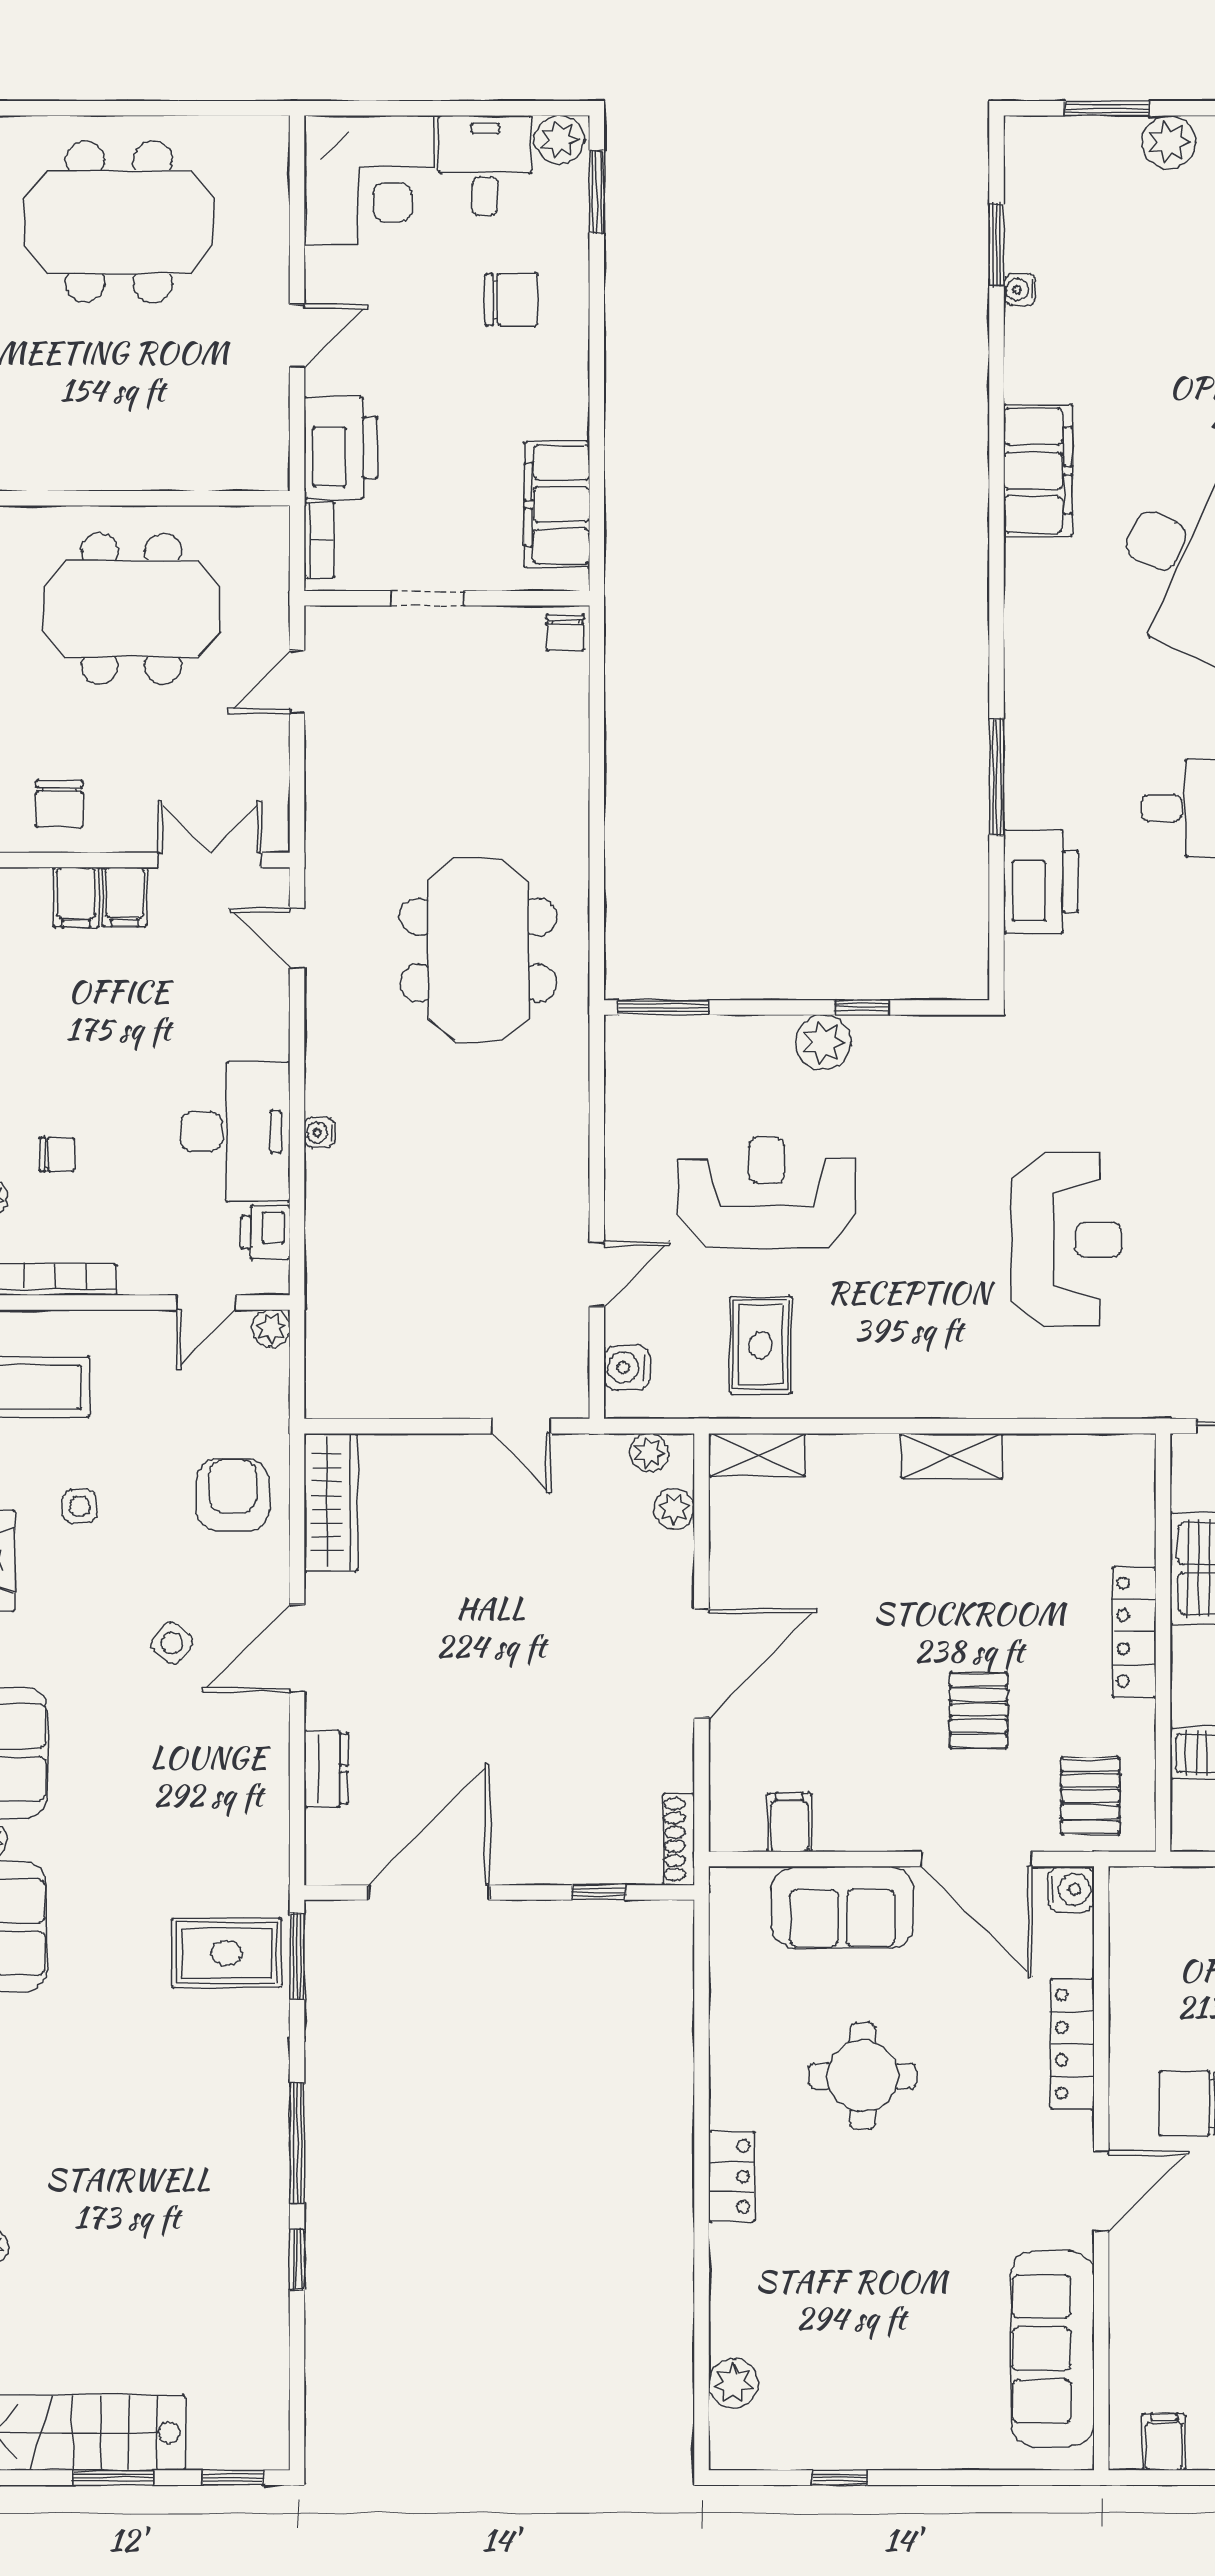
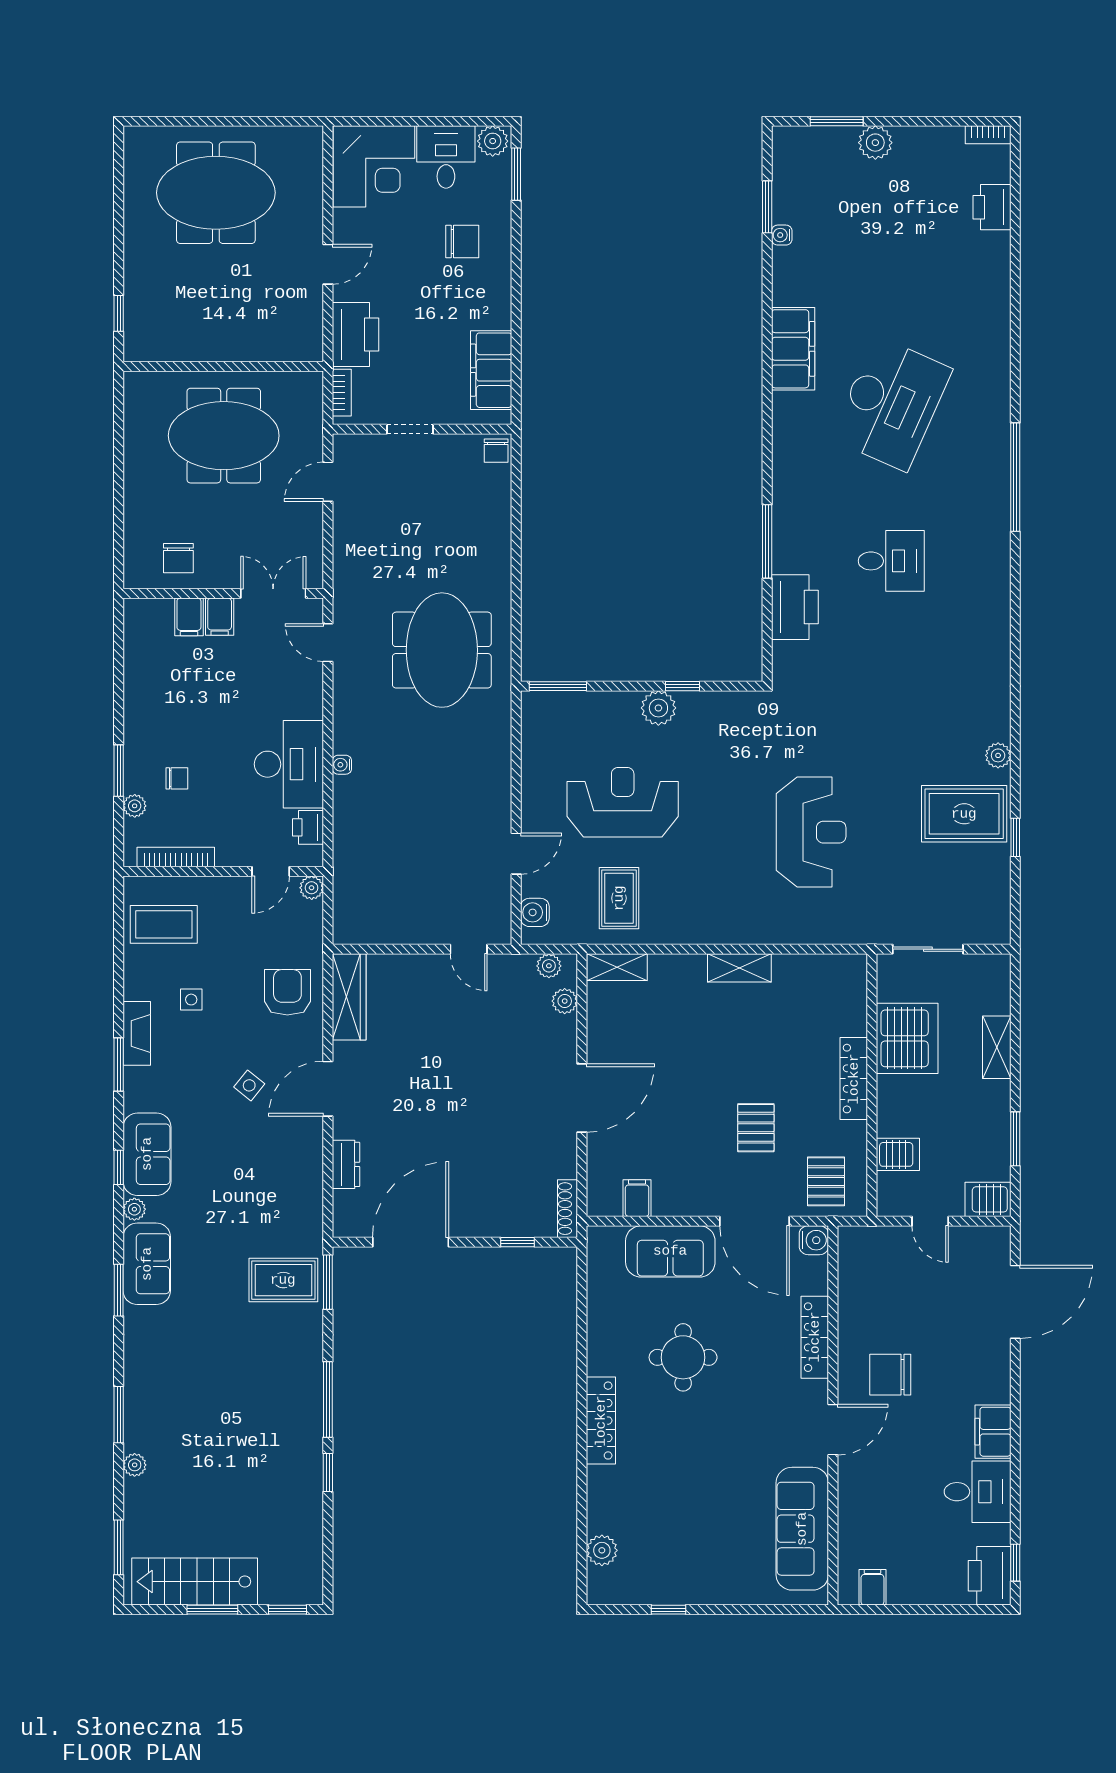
locker: (732, 2177) -> (601, 1421), width x1.53

